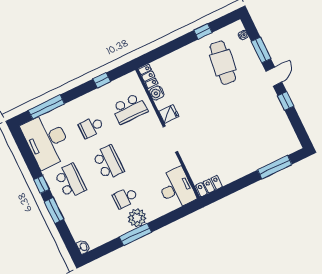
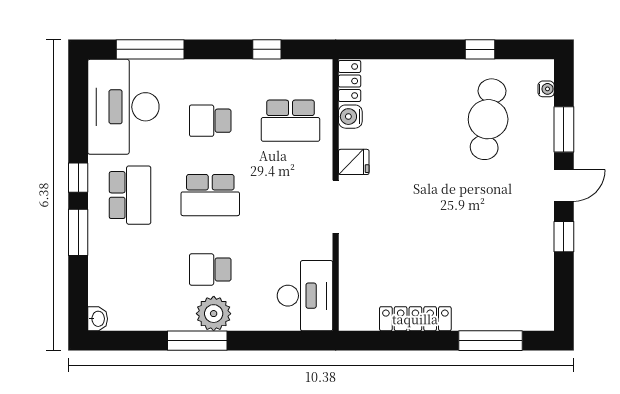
school desk: (108, 162) -> (210, 195), turned 90
locker: (209, 186) -> (415, 319), moved, width x1.53

